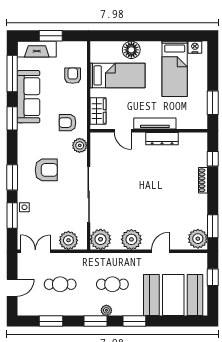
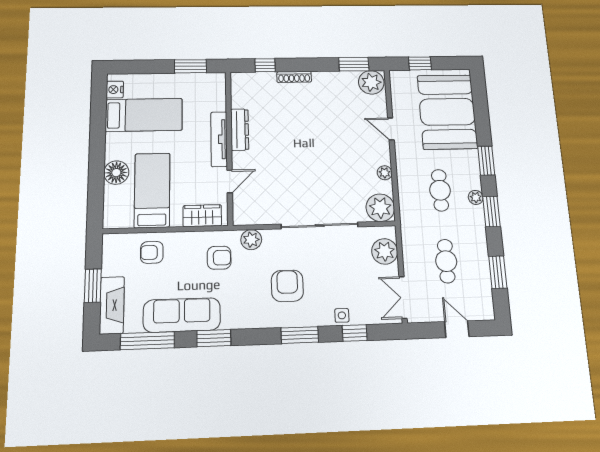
armchair: (67, 123) -> (219, 258), turned -90
window: (12, 216) -> (355, 333), width x0.67
plant: (131, 239) -> (385, 173), width x0.53, depth x0.53

